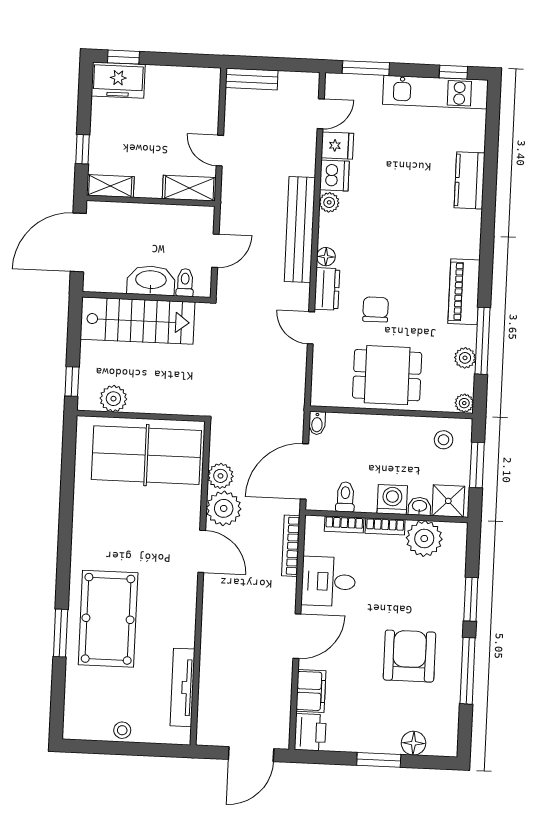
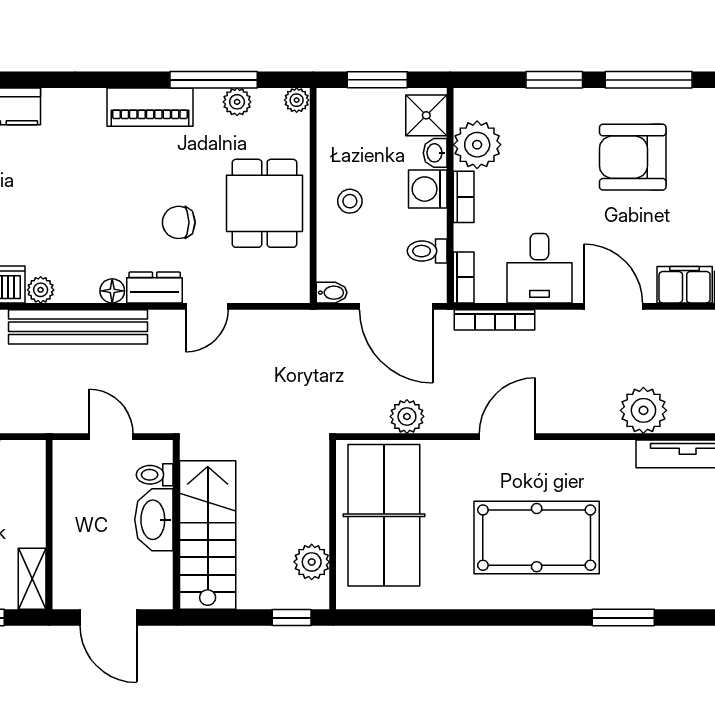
shelving: (189, 188) -> (30, 475), removed
door: (78, 242) -> (108, 618), width x0.73
stool: (444, 440) -> (350, 201), moved
plant: (224, 508) -> (643, 410), moved
bookcase: (344, 525) -> (464, 277), moved
pool table: (108, 619) -> (537, 538), moved

